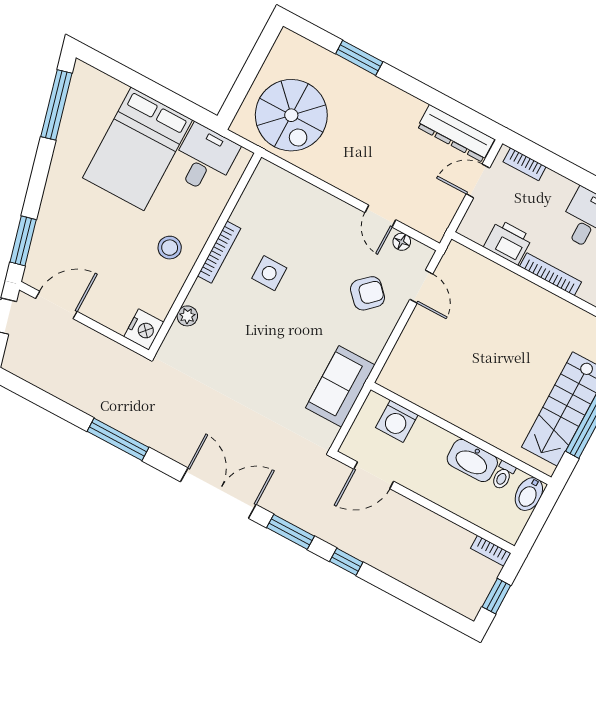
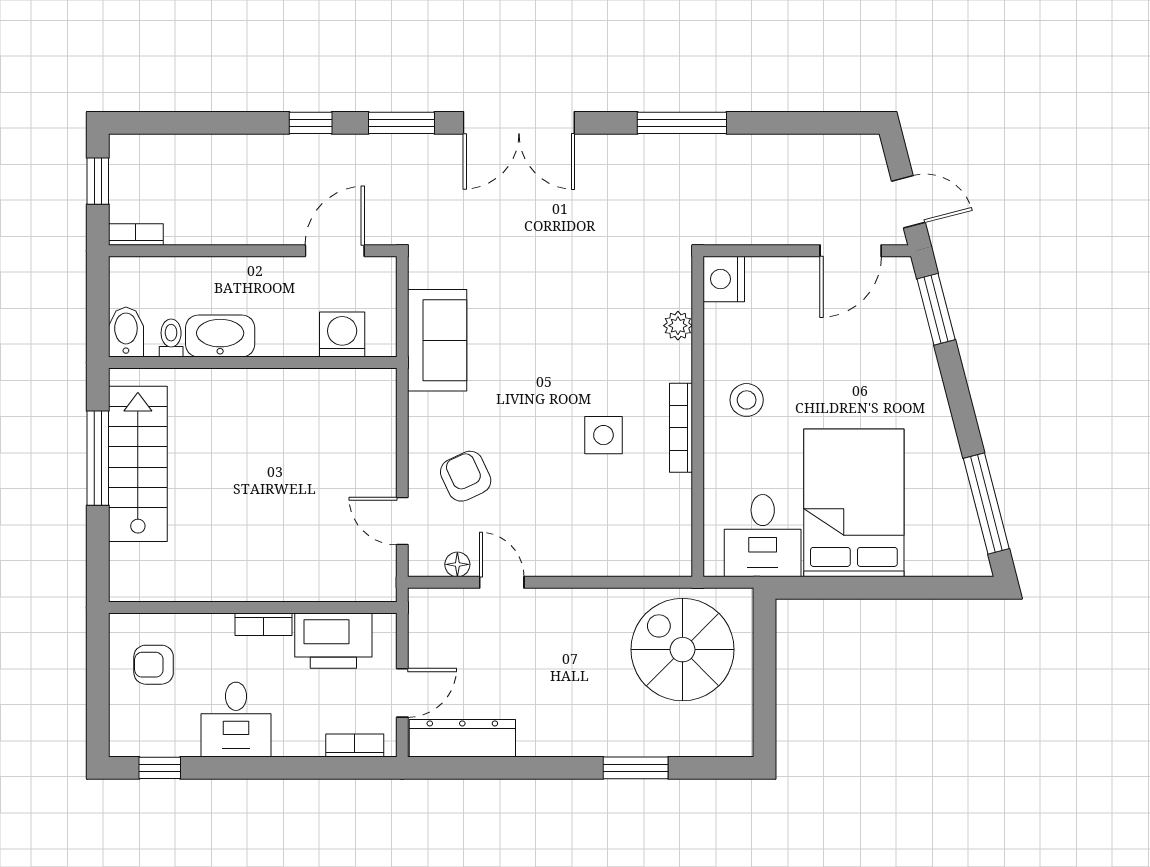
printer: (508, 242) -> (333, 641), width x1.37, depth x1.19
bookcase: (550, 274) -> (264, 624), width x0.64
armchair: (368, 293) -> (466, 476), turned 108

